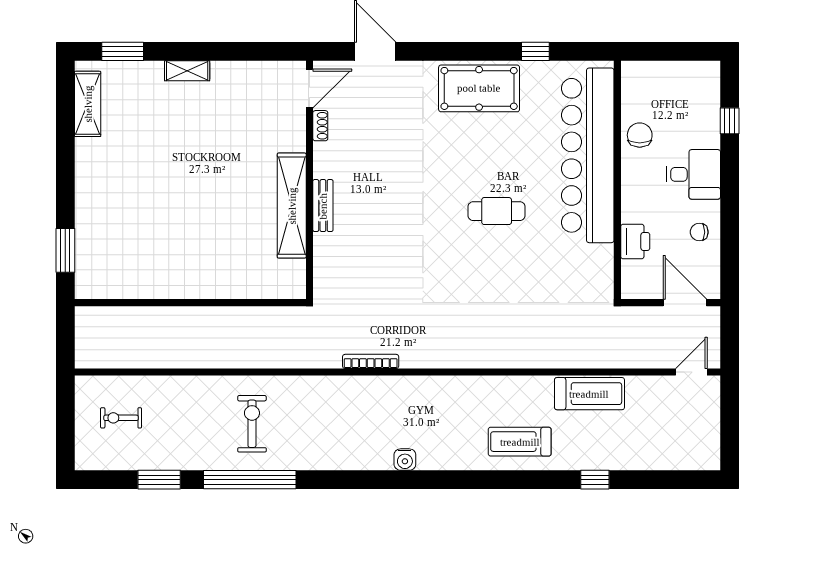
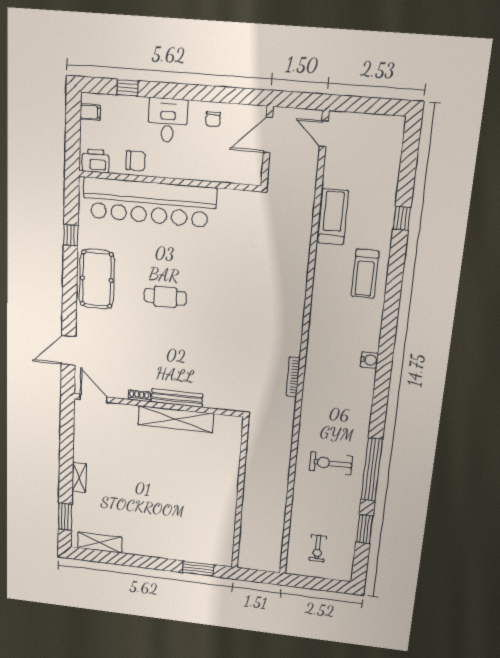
filing cabinet: (696, 74) -> (90, 112), added
shoe rack: (320, 126) -> (139, 396), moved
chair: (640, 135) -> (136, 161), turned 180
bench: (323, 206) -> (177, 398), width x1.36
cafe table: (497, 211) -> (165, 297), moved, turned 90
printer: (635, 242) -> (96, 161), moved

